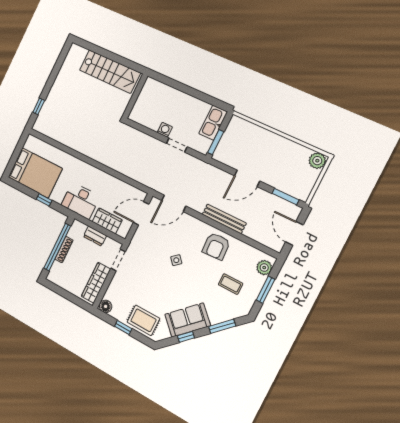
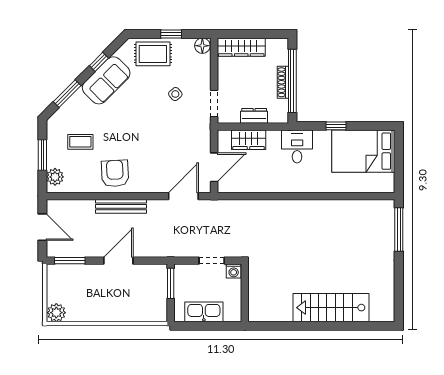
wall: (135, 96) -> (245, 293), moved
window: (39, 106) -> (399, 229), width x2.17
kitchen sink: (213, 123) -> (204, 312), moved, turned -90
desk: (80, 201) -> (297, 146), width x0.73
side table: (176, 260) -> (175, 94), moved
wardrobe: (96, 283) -> (241, 47), moved, turned 90

